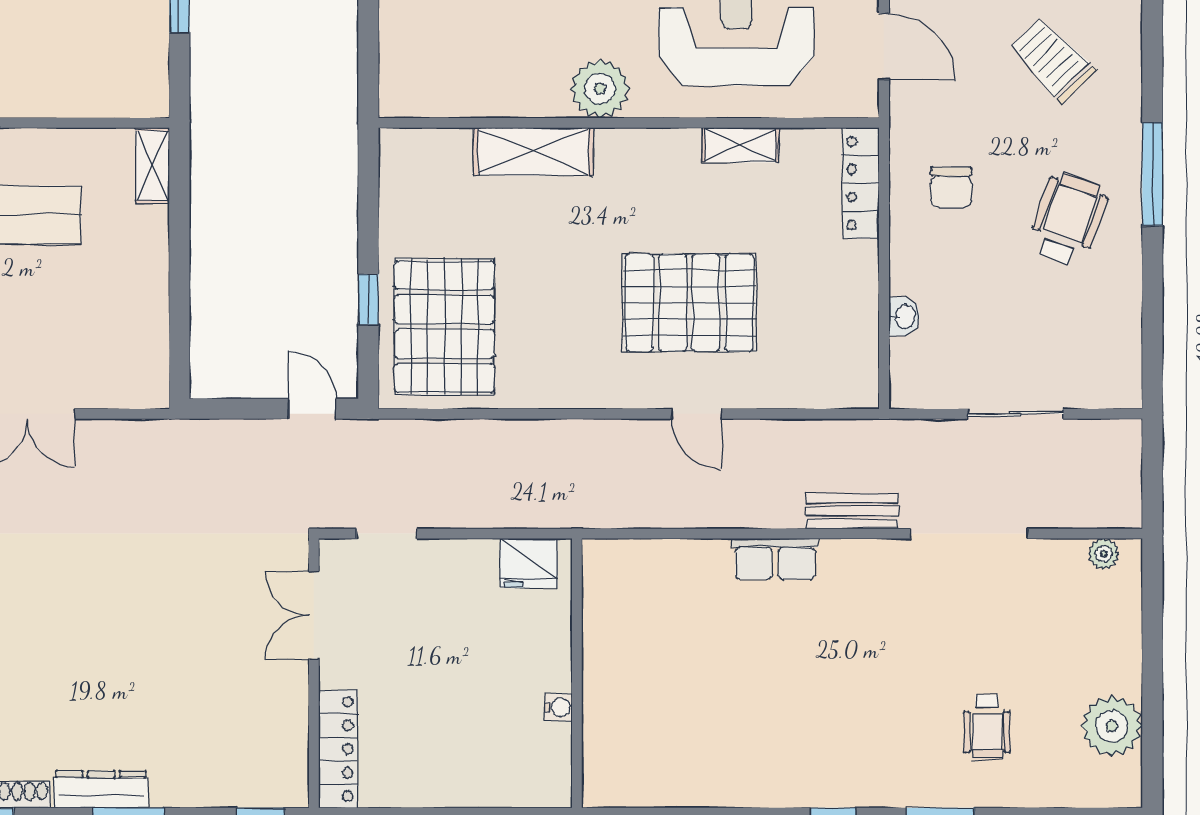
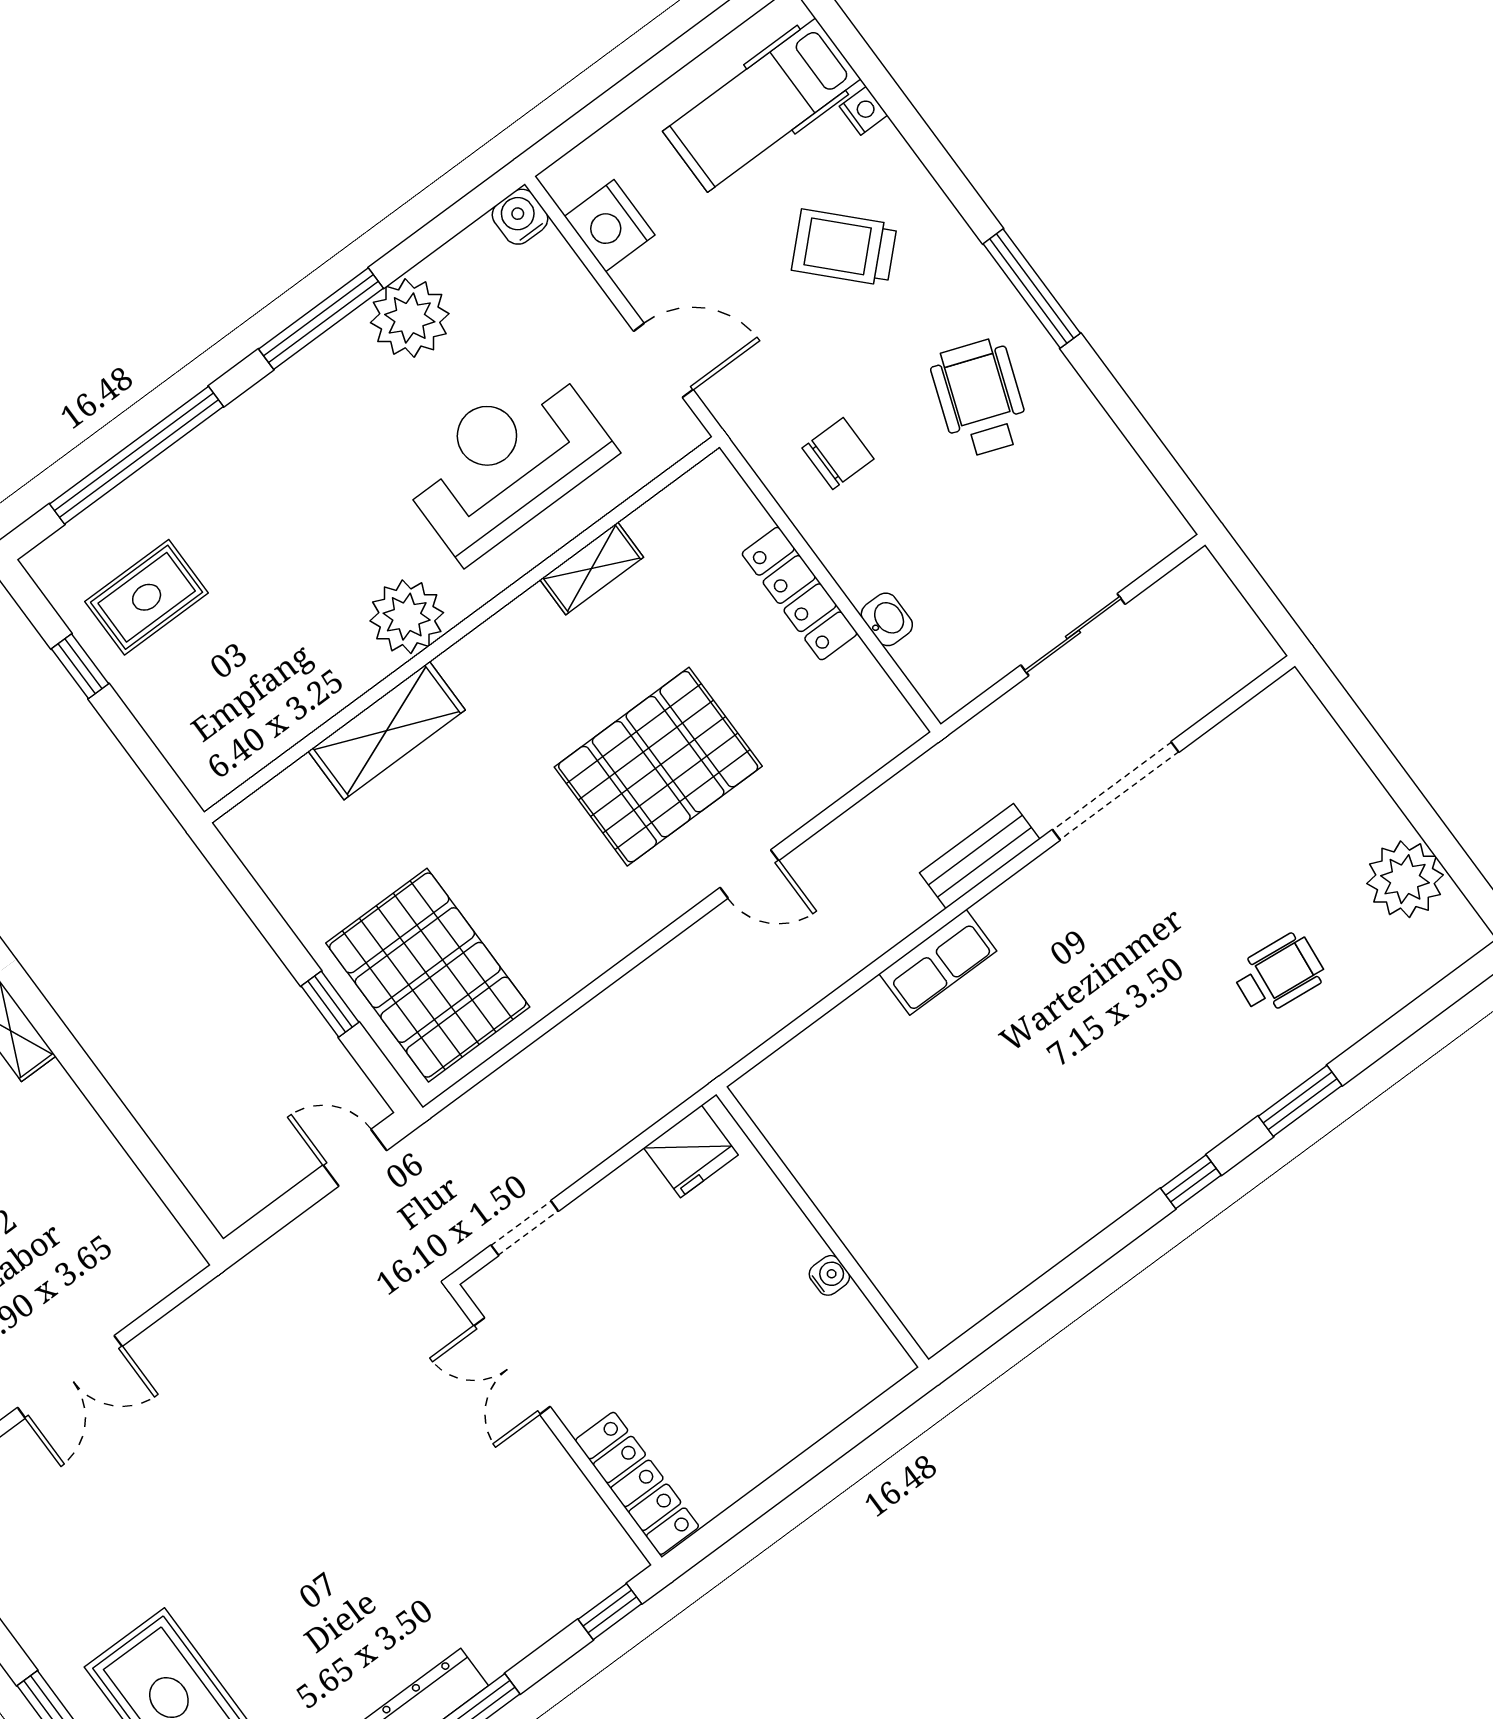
locker: (861, 183) -> (800, 594), moved
chair: (951, 188) -> (838, 453), turned -90
plant: (1104, 554) -> (1267, 710), removed
wheelchair: (987, 727) -> (1279, 974), turned -84

